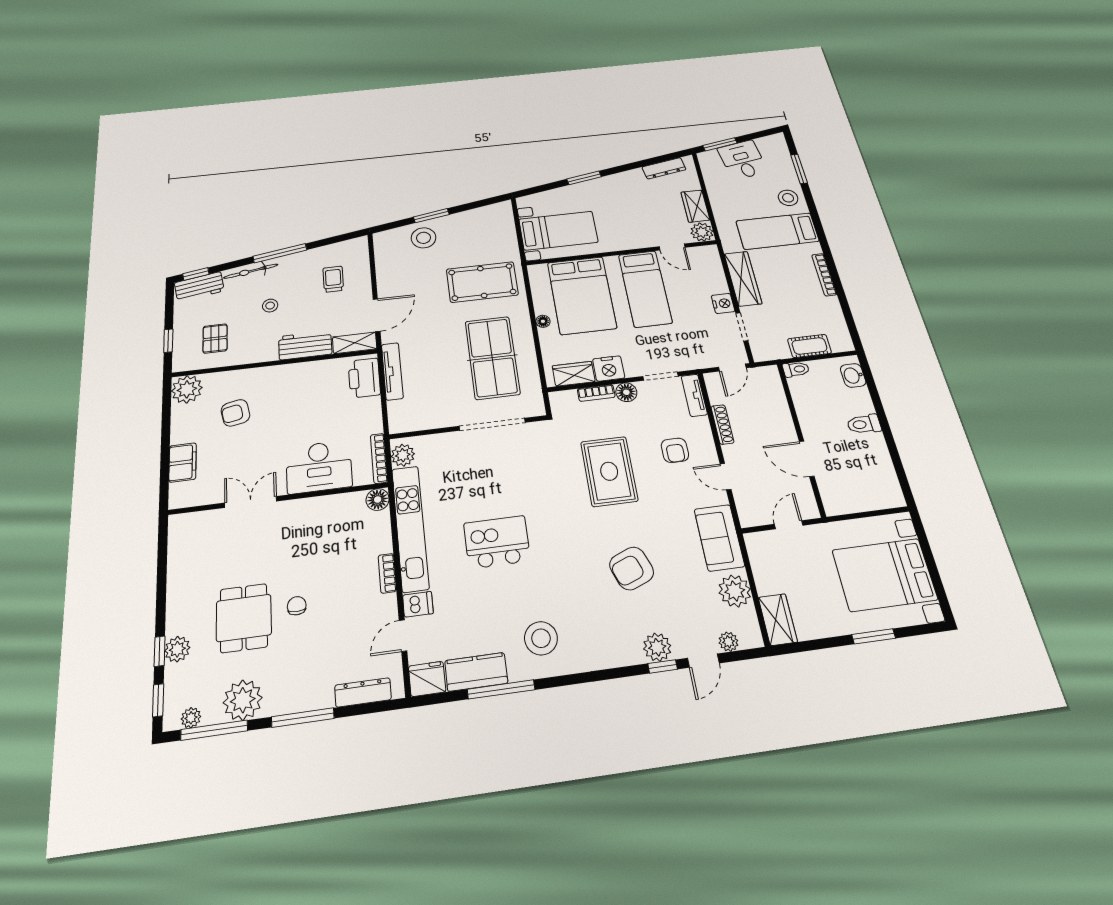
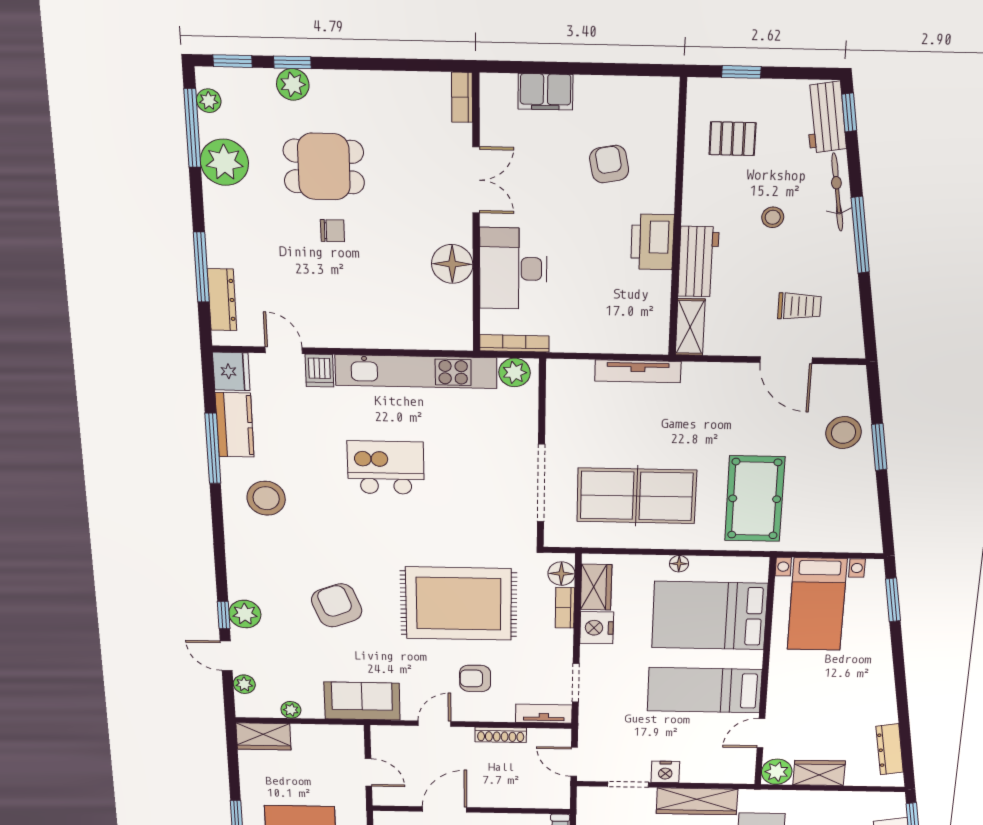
window: (584, 178) -> (893, 600), moved
door: (377, 315) -> (786, 360), moved
printer: (364, 378) -> (652, 242), moved, turned -90
plant: (187, 389) -> (657, 98), removed
floor lamp: (626, 392) -> (561, 574), moved
rug: (609, 471) -> (459, 604), width x1.37, depth x1.44
floor lamp: (378, 500) -> (452, 264), moved, width x1.38, depth x1.38
kitchen island: (497, 542) -> (386, 468), turned -90
bookcase: (387, 573) -> (462, 97), moved, turned -90
plant: (735, 591) -> (291, 710), width x0.53, depth x0.53
window: (303, 718) -> (201, 267), moved

